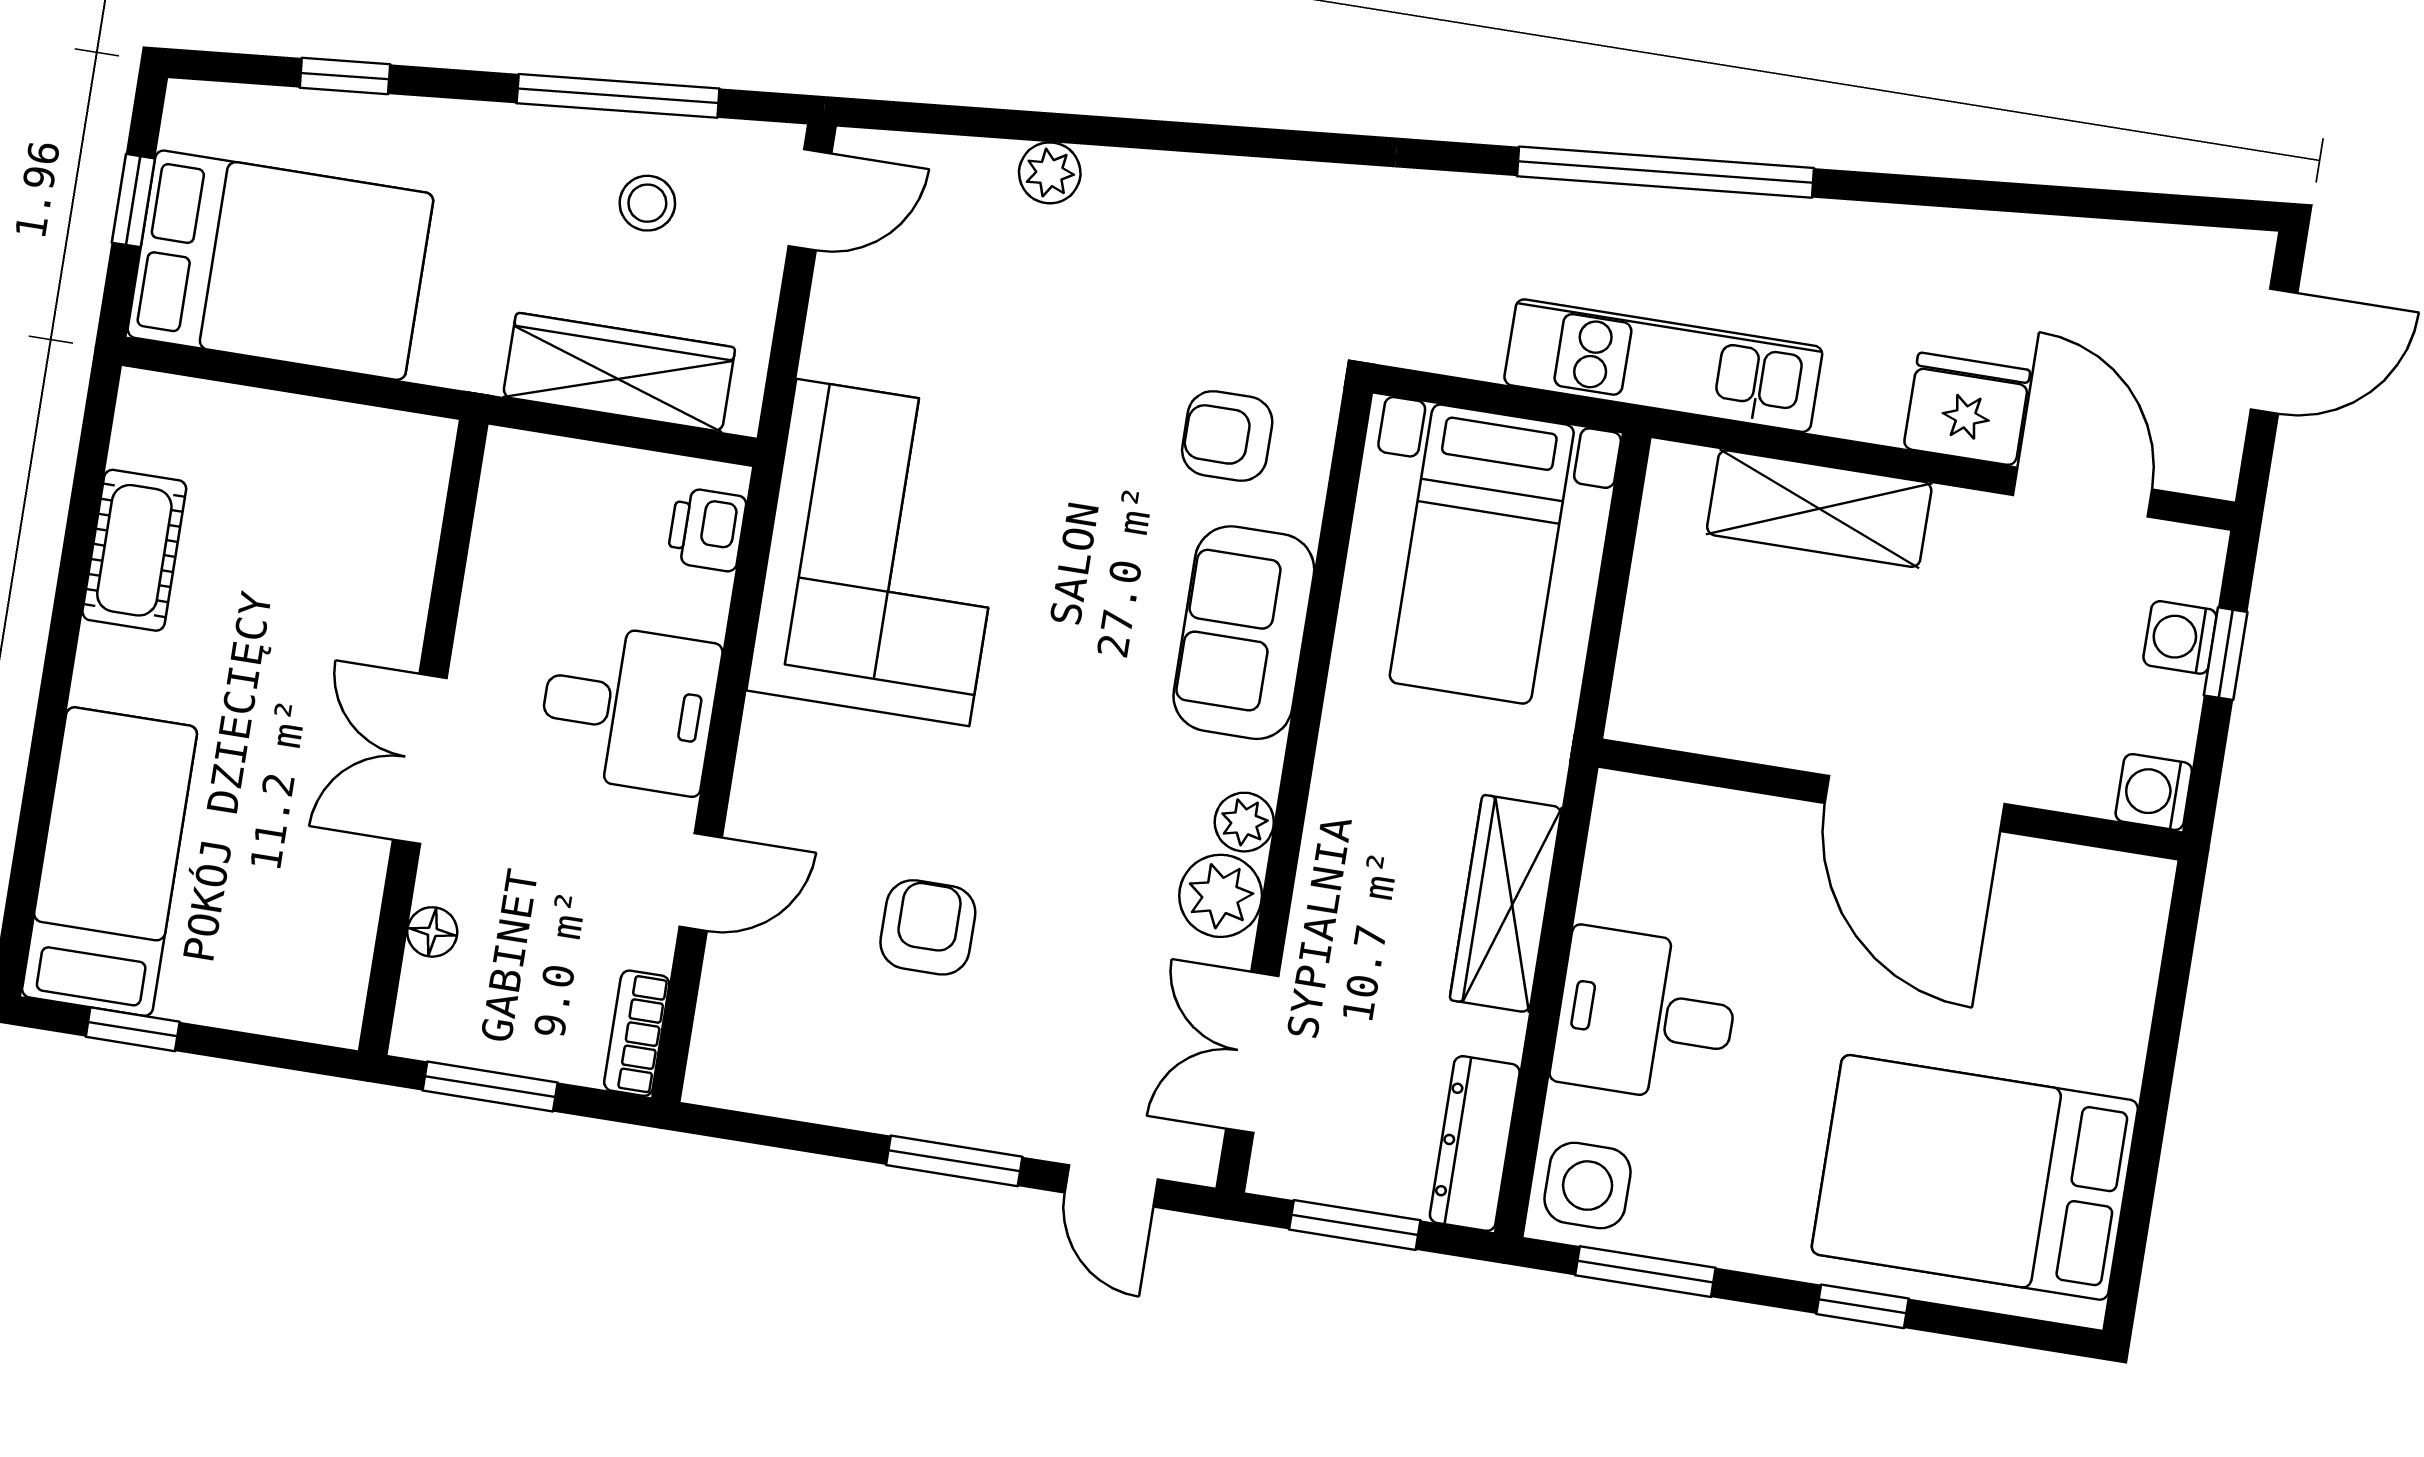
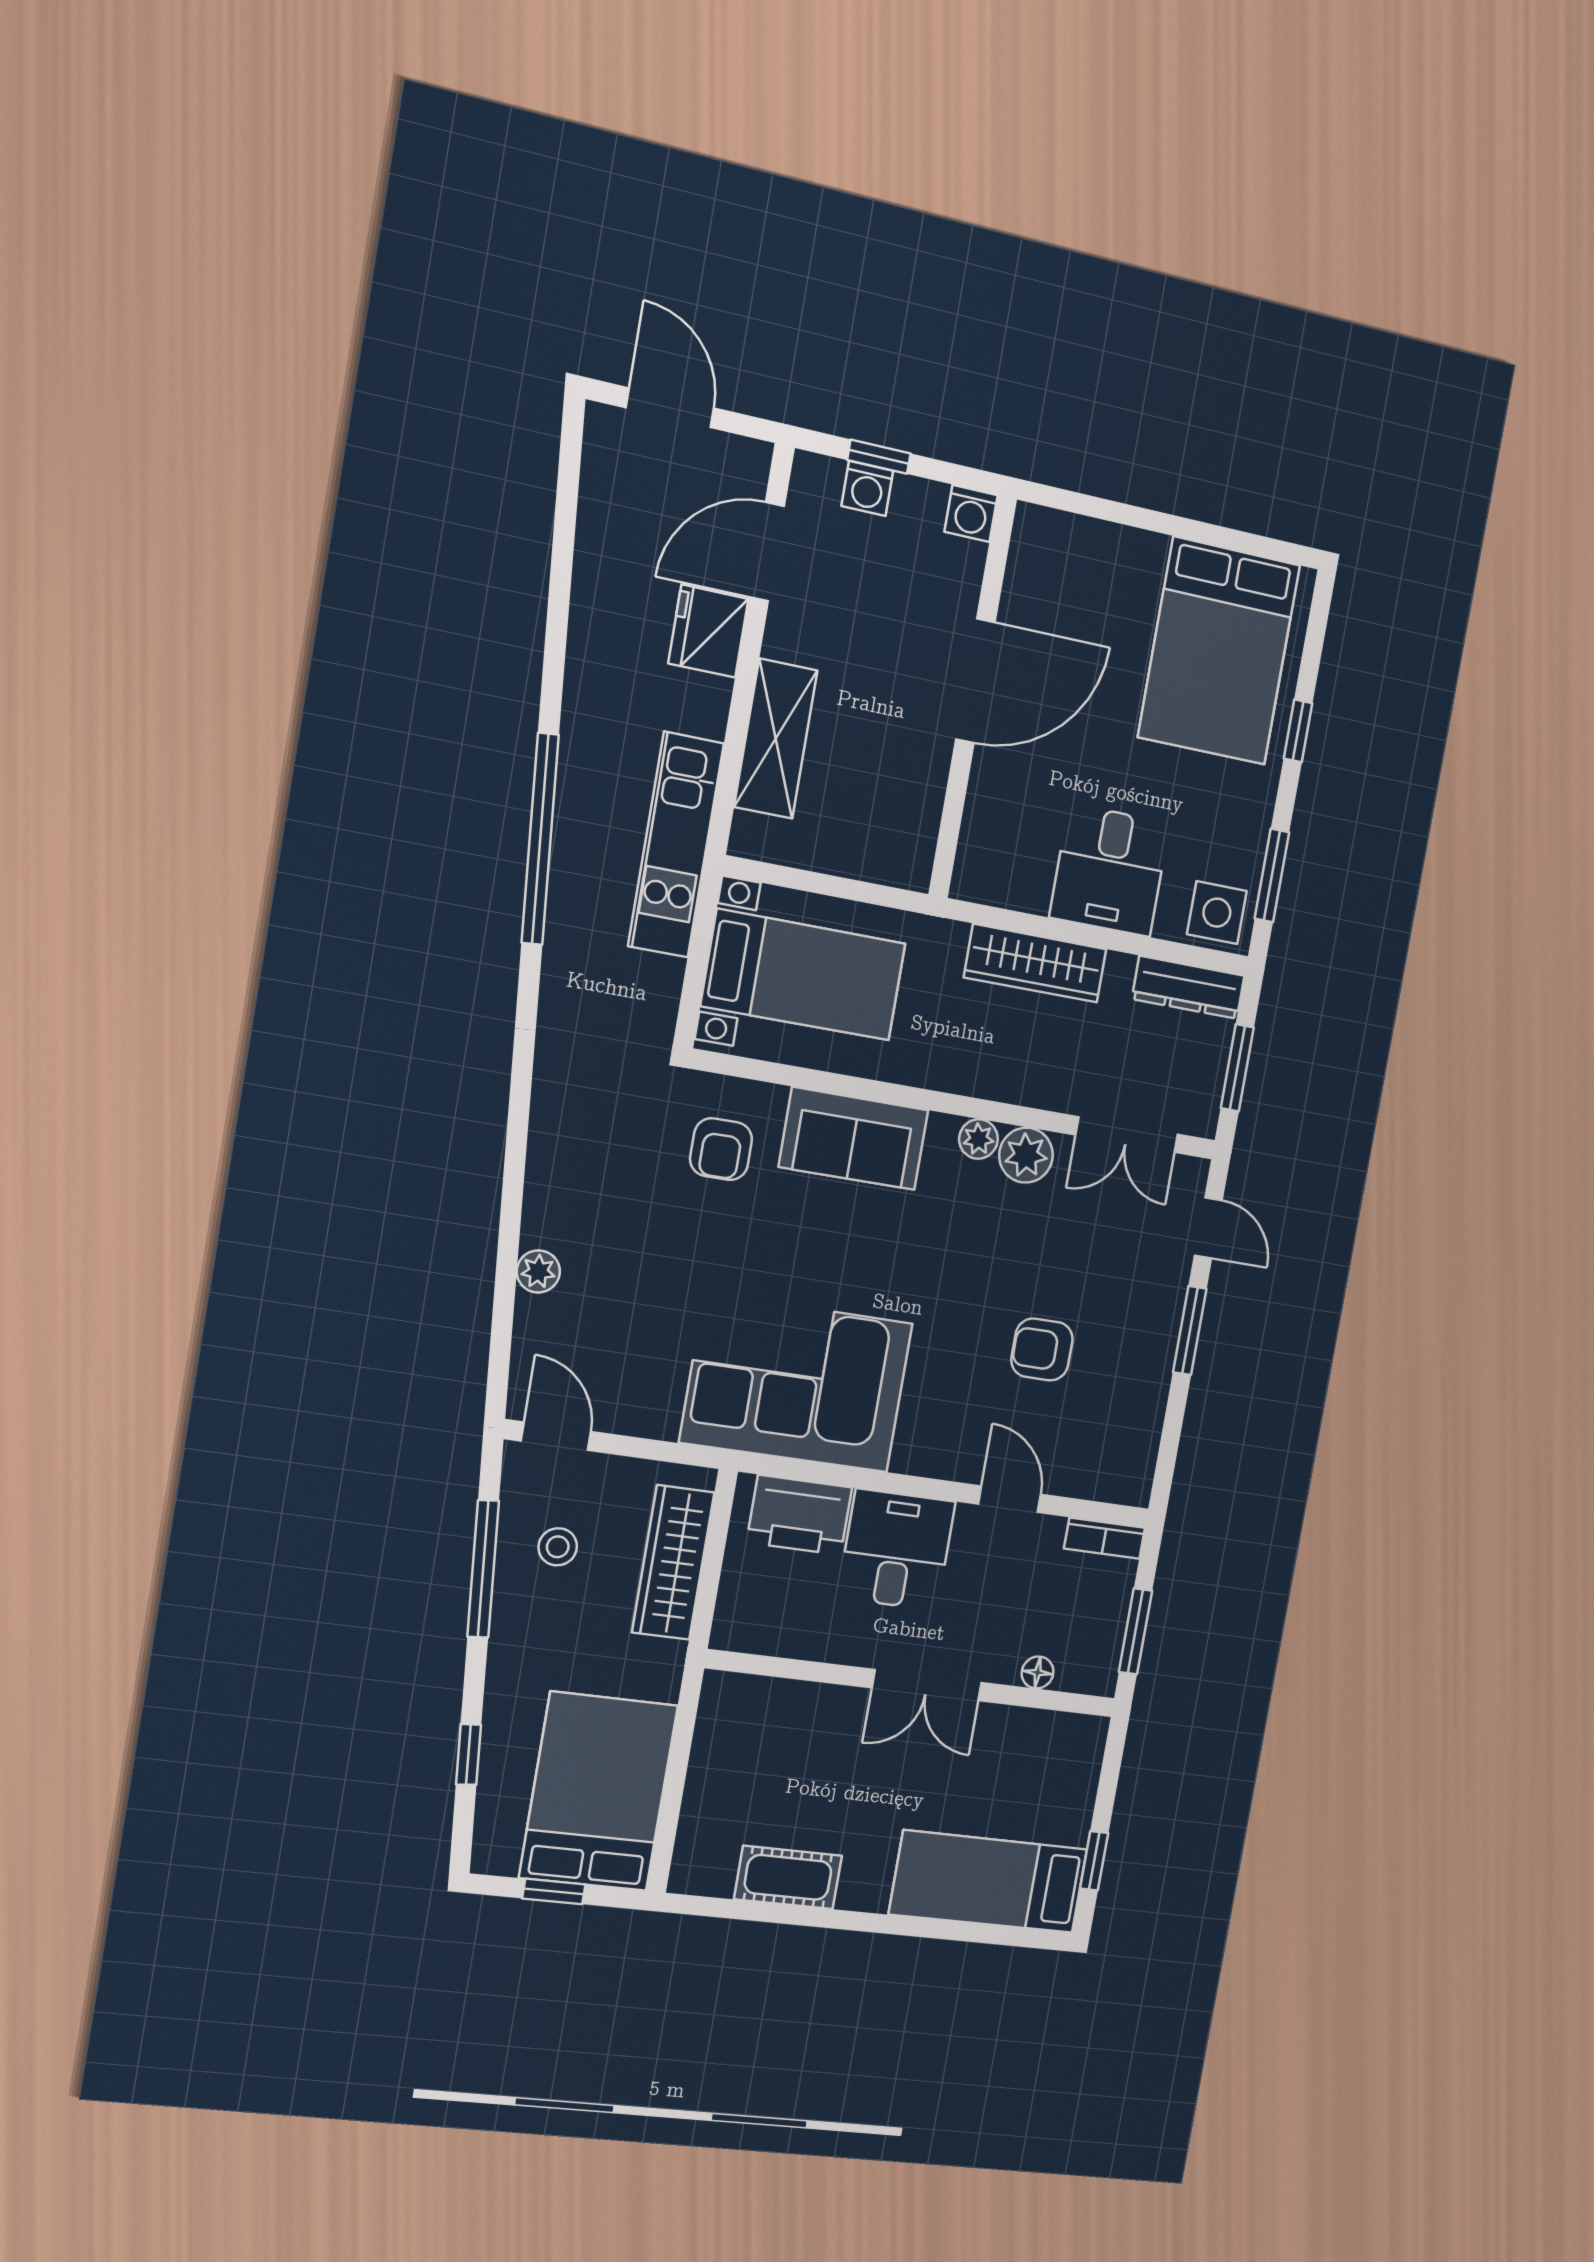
printer: (707, 529) -> (799, 1515), width x1.87, depth x1.48
door: (1111, 1186) -> (1208, 1228), hinge flipped

